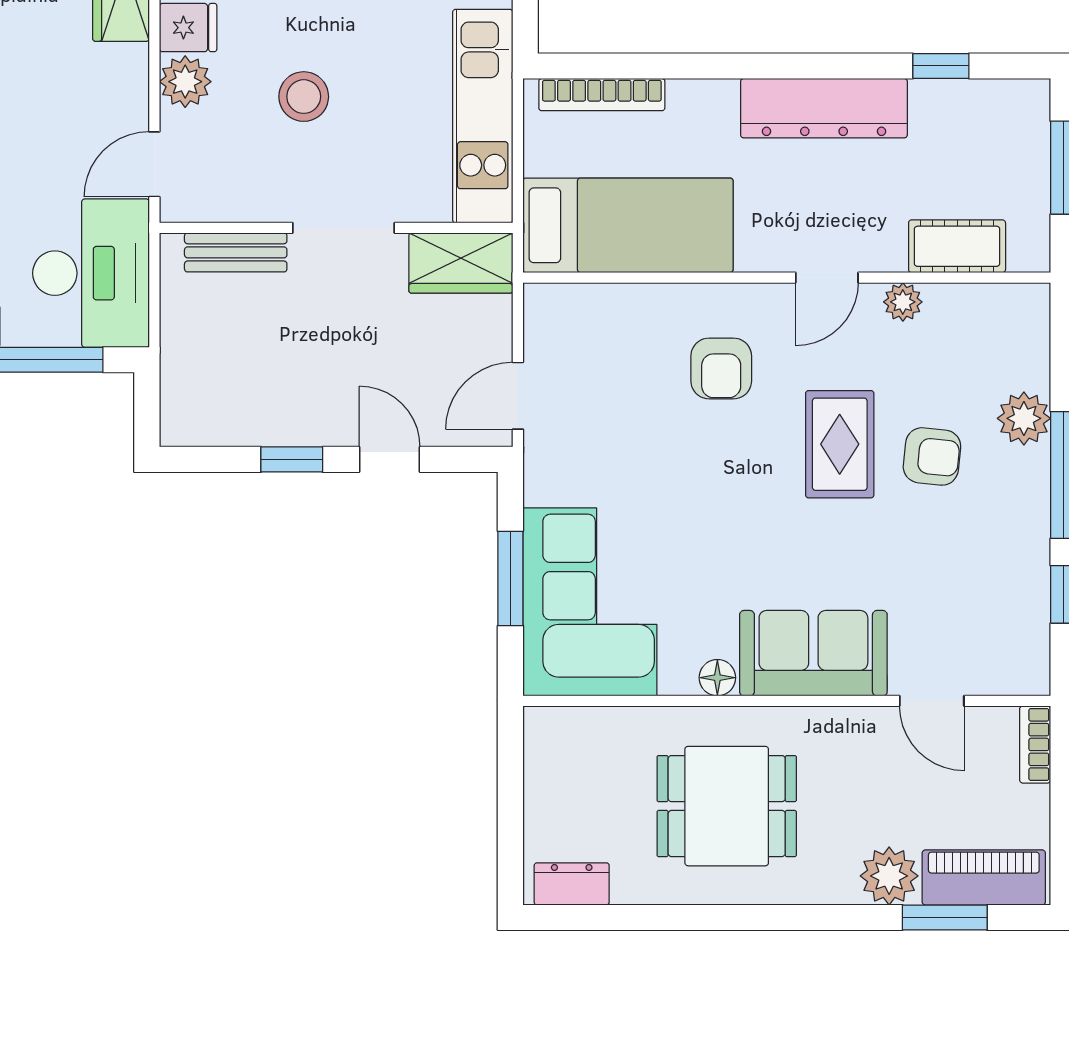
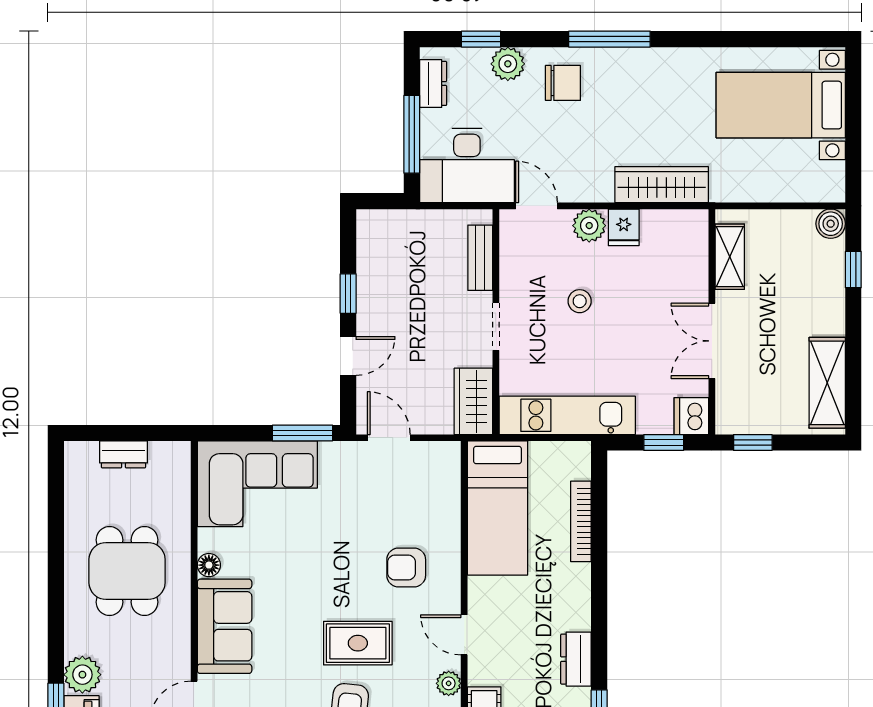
bookcase: (602, 95) -> (581, 521), moved
stool: (304, 97) -> (580, 301), width x0.73, depth x0.73
dresser: (824, 108) -> (576, 659), width x0.51, depth x0.80
doorway: (344, 228) -> (496, 327), width x0.73
window: (510, 578) -> (302, 433), moved
dresser: (572, 884) -> (123, 454), moved, turned 90

